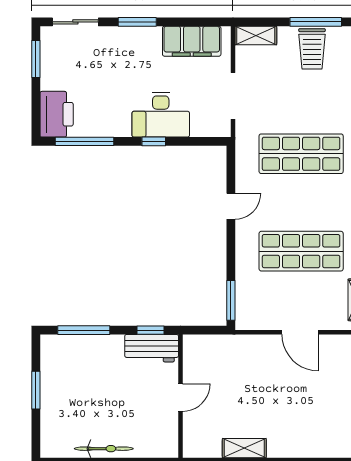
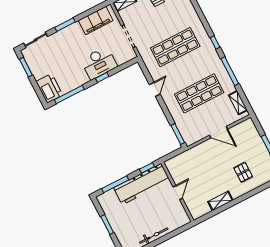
workbench: (152, 348) -> (142, 184), width x1.88, depth x1.32
pallet: (307, 420) -> (243, 172), added

